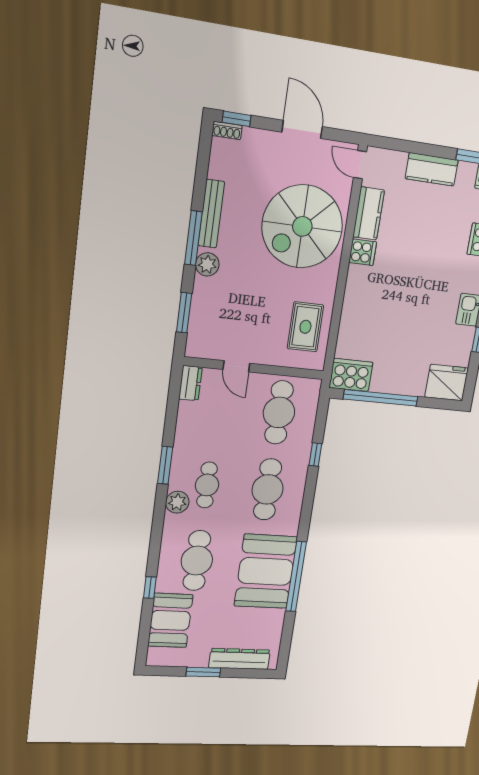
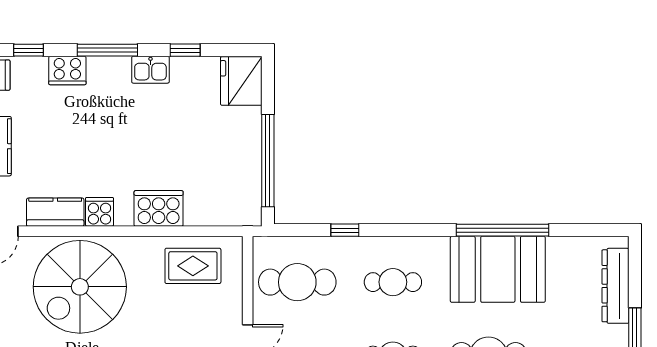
spiral stairs: (302, 226) -> (80, 287), turned 90
cooker: (351, 375) -> (159, 208), moved, turned 90
cafe table: (268, 489) -> (393, 282), width x0.73, depth x0.74

